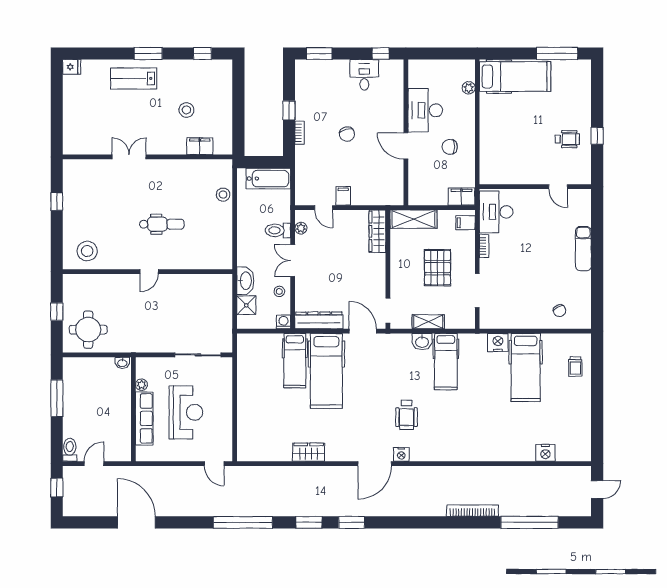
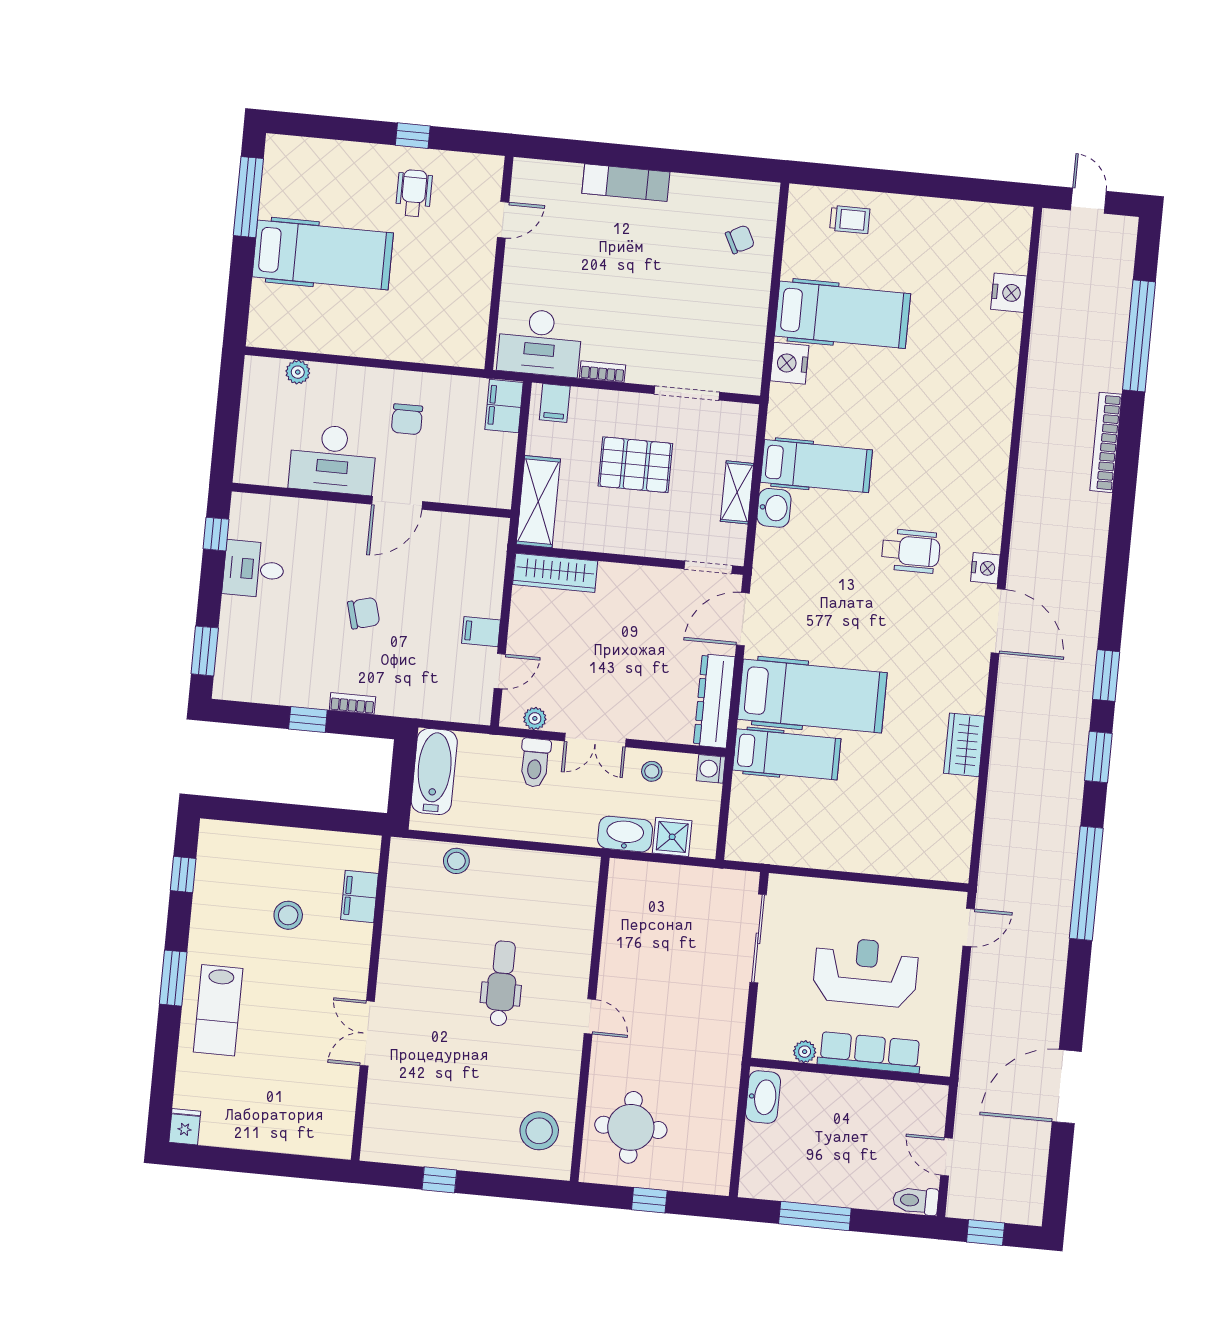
hospital bed: (515, 76) -> (323, 255), moved, turned 90
round table: (88, 330) -> (631, 1127), moved
washbasin: (122, 363) -> (763, 1097), width x1.91, depth x1.45

